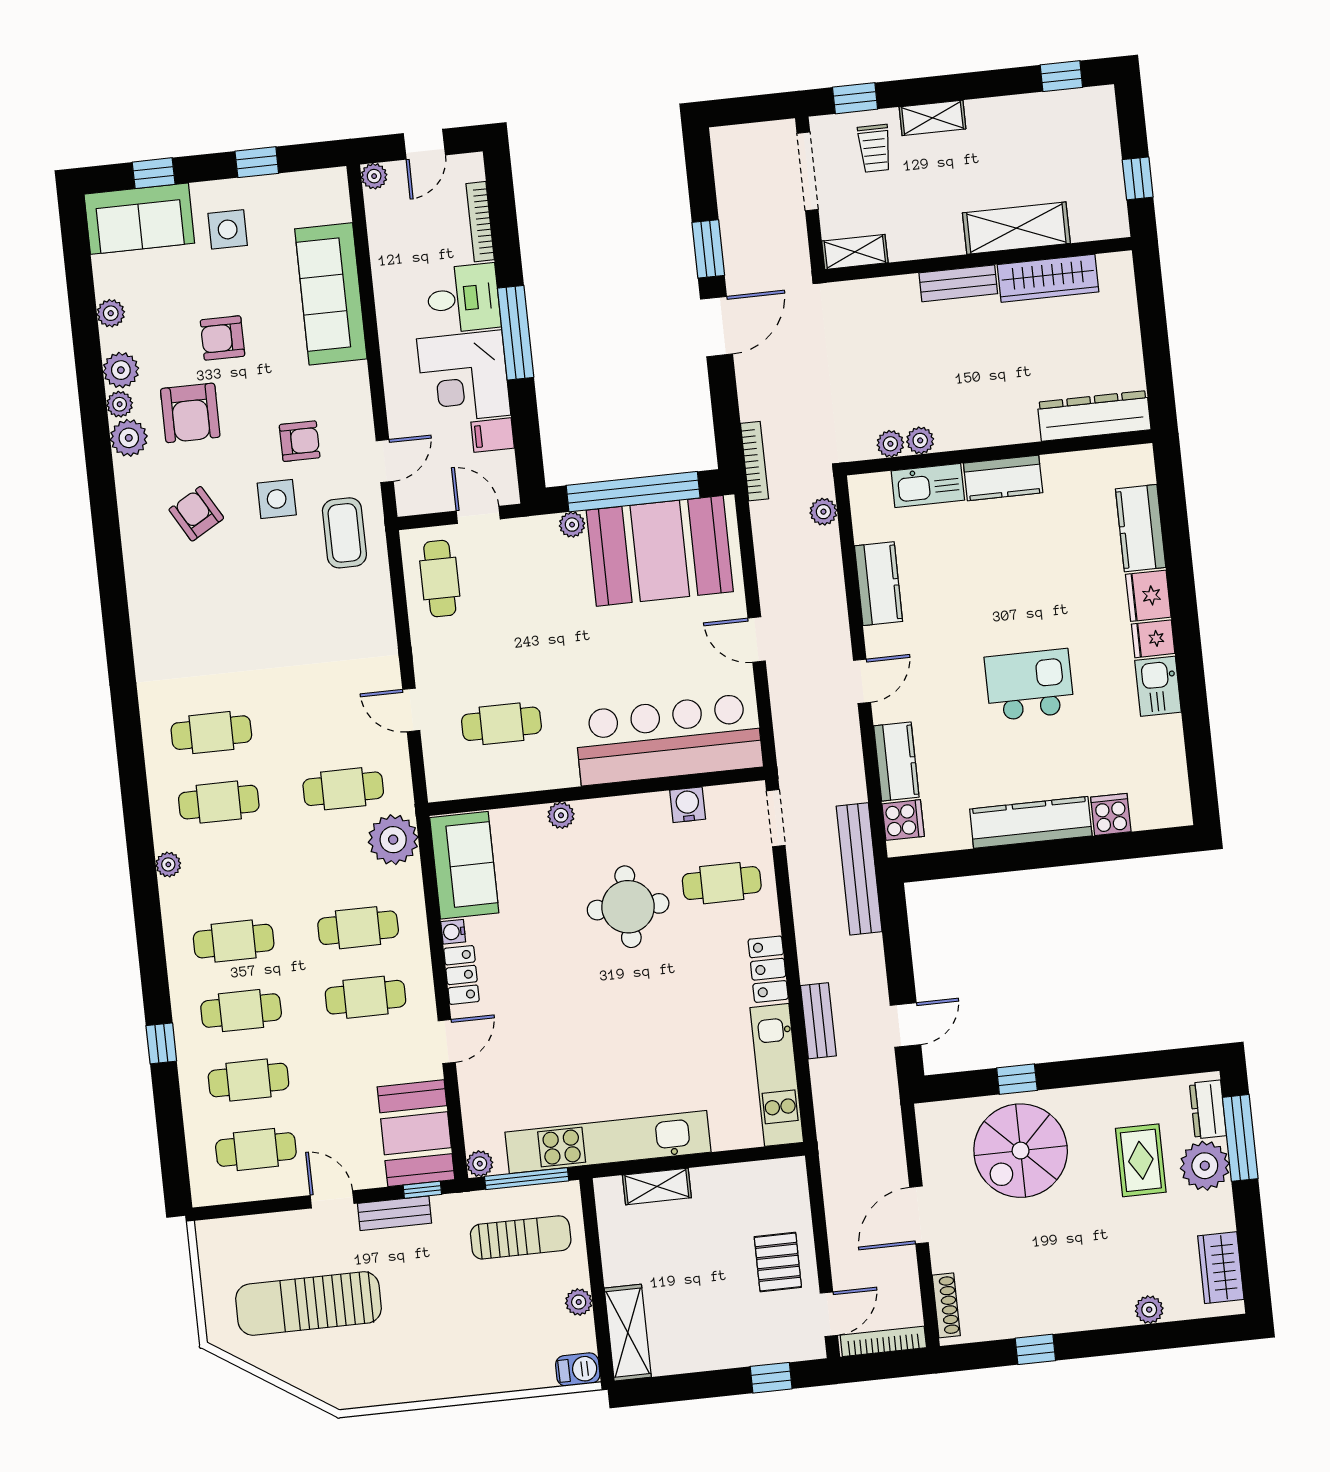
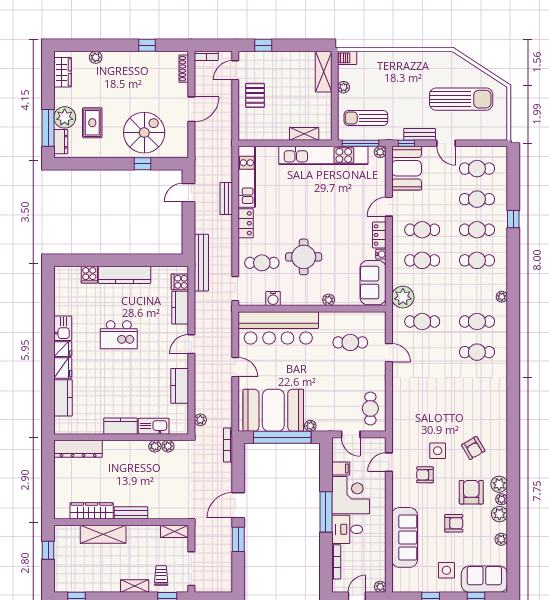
coffee table: (344, 533) -> (410, 433), removed
bookcase: (883, 1341) -> (206, 56), width x0.64

